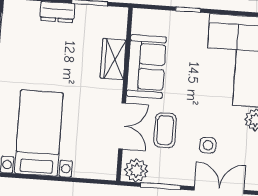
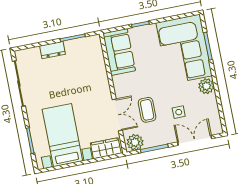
wardrobe: (113, 59) -> (106, 148), moved, turned 90
sofa: (146, 66) -> (119, 52), moved

